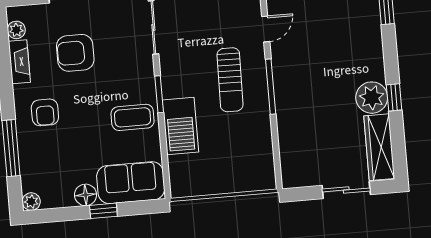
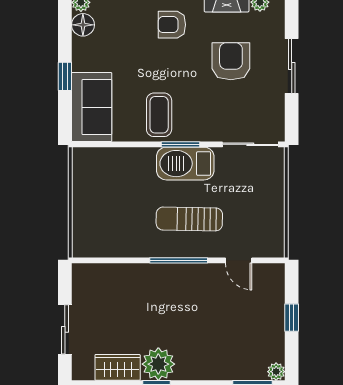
barbecue: (180, 126) -> (185, 164), moved
wardrobe: (379, 147) -> (118, 367), width x0.67
floor lamp: (86, 195) -> (83, 25), moved

